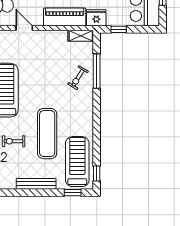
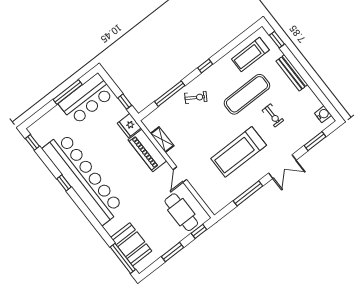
shelving: (81, 36) -> (162, 140), moved
exercise bike: (78, 78) -> (196, 97), moved
treadmill: (77, 162) -> (250, 55), width x0.73, depth x0.73
window: (97, 173) -> (205, 66), moved

